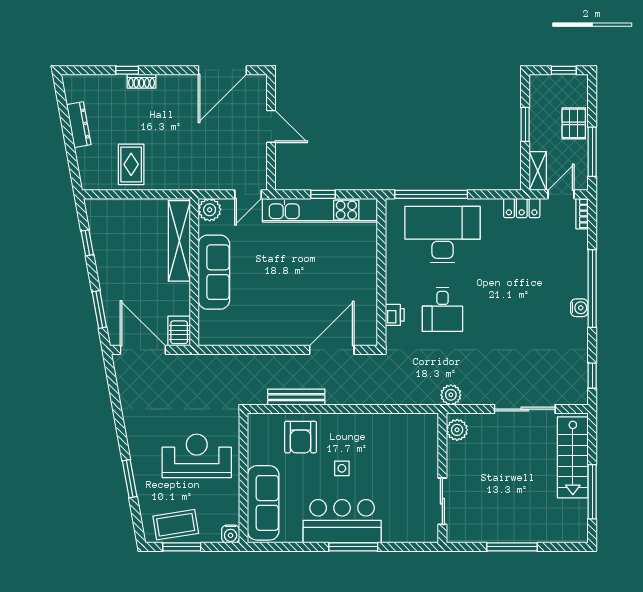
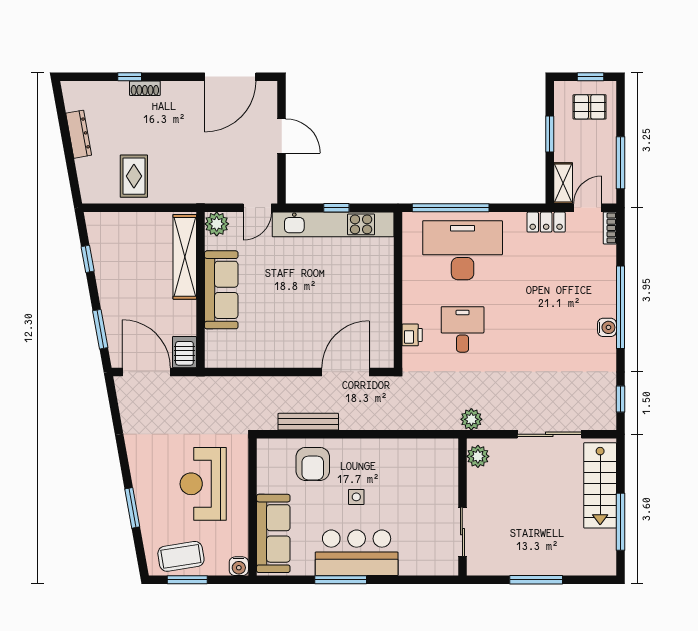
pallet: (574, 123) -> (590, 107), moved, turned 90
desk: (442, 310) -> (463, 329), turned 180
reception desk: (197, 456) -> (203, 484), turned -90
window: (353, 547) -> (341, 580), moved

